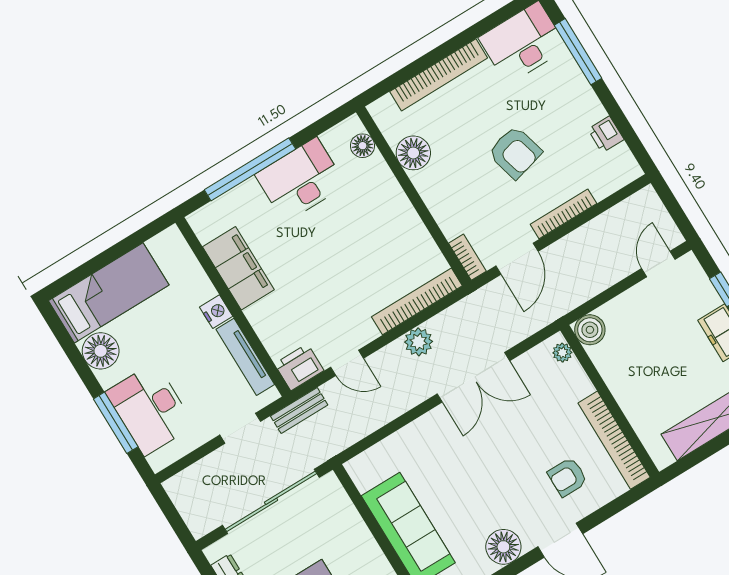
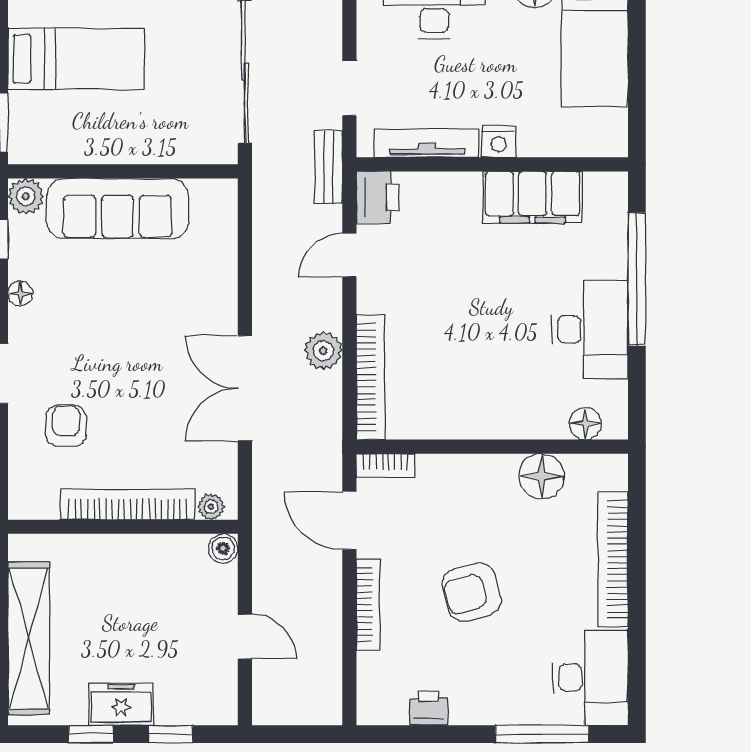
door: (658, 264) -> (245, 637), moved
boiler: (590, 330) -> (223, 549), width x0.73, depth x0.73
bookcase: (614, 440) -> (128, 504), moved
floor lamp: (503, 547) -> (20, 294), width x0.53, depth x0.53

